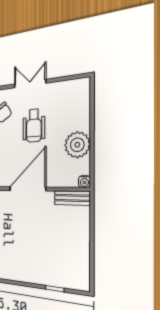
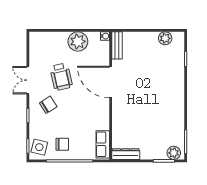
wheelchair: (34, 126) -> (61, 77), turned 77
plant: (81, 264) -> (165, 38), added

